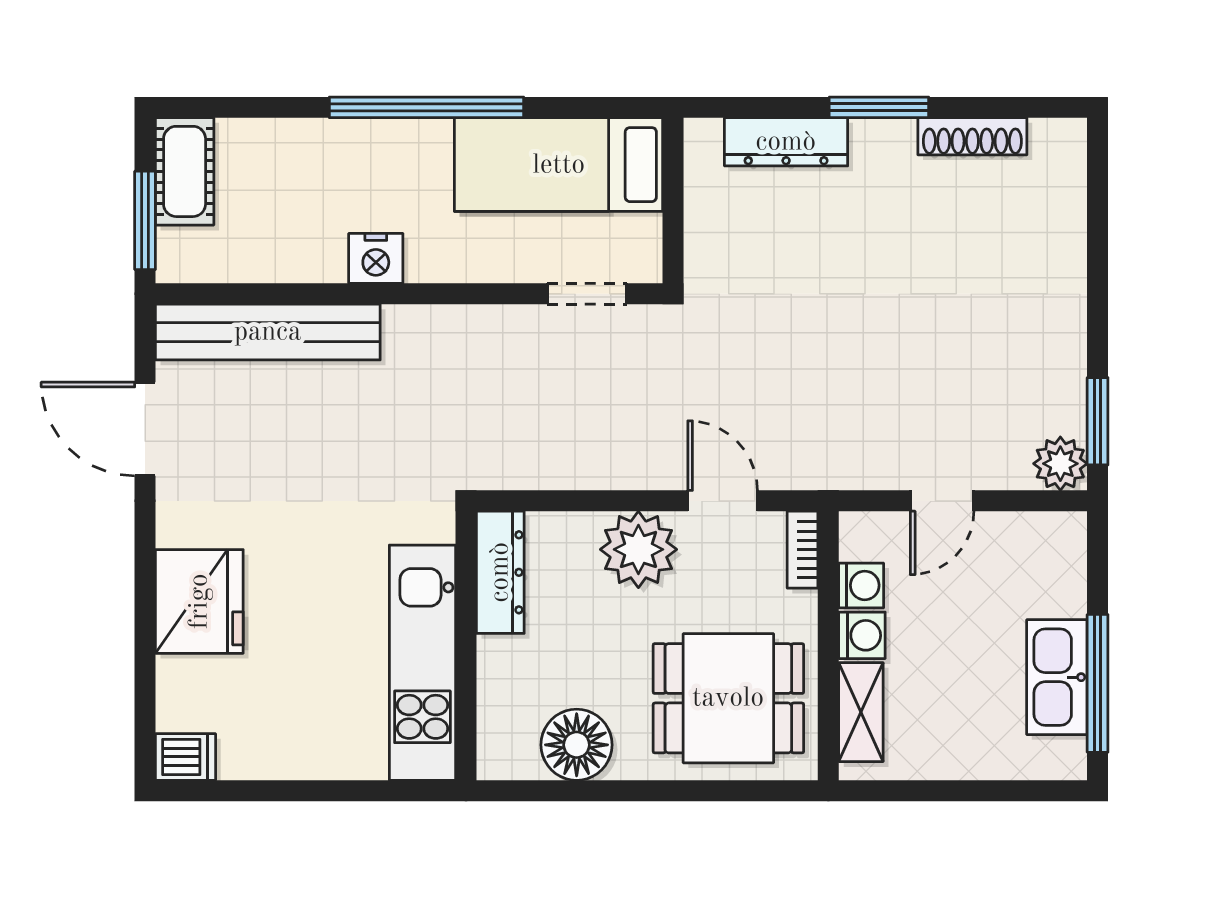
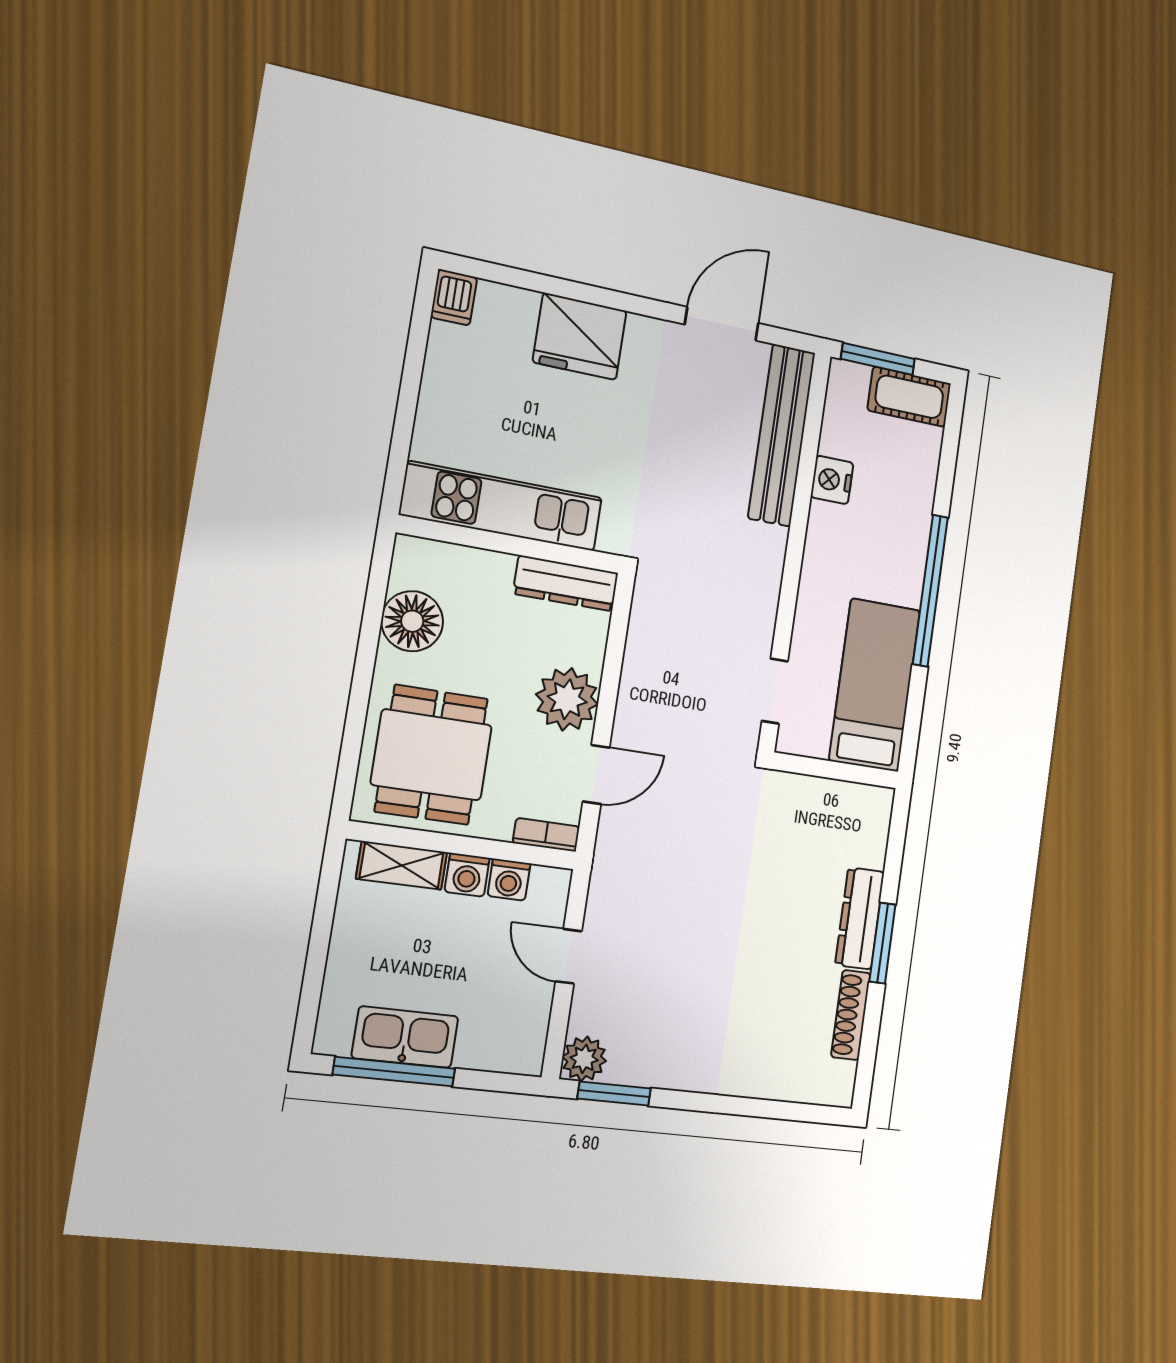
dresser: (786, 142) -> (860, 918), moved
nightstand: (376, 258) -> (832, 480), moved

